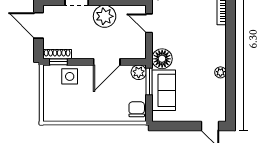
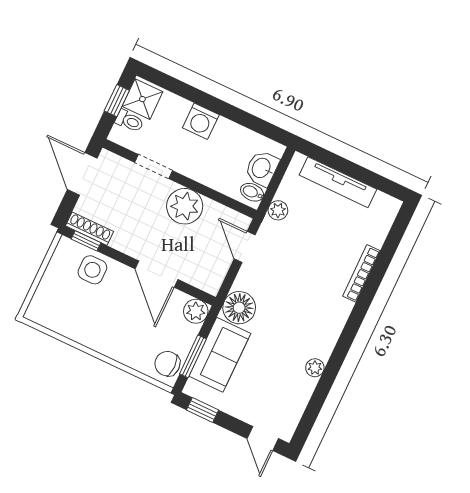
door: (107, 62) -> (156, 274), hinge flipped
window: (149, 81) -> (193, 356), moved
chair: (137, 109) -> (167, 364), turned -90
window: (169, 126) -> (203, 410), added

